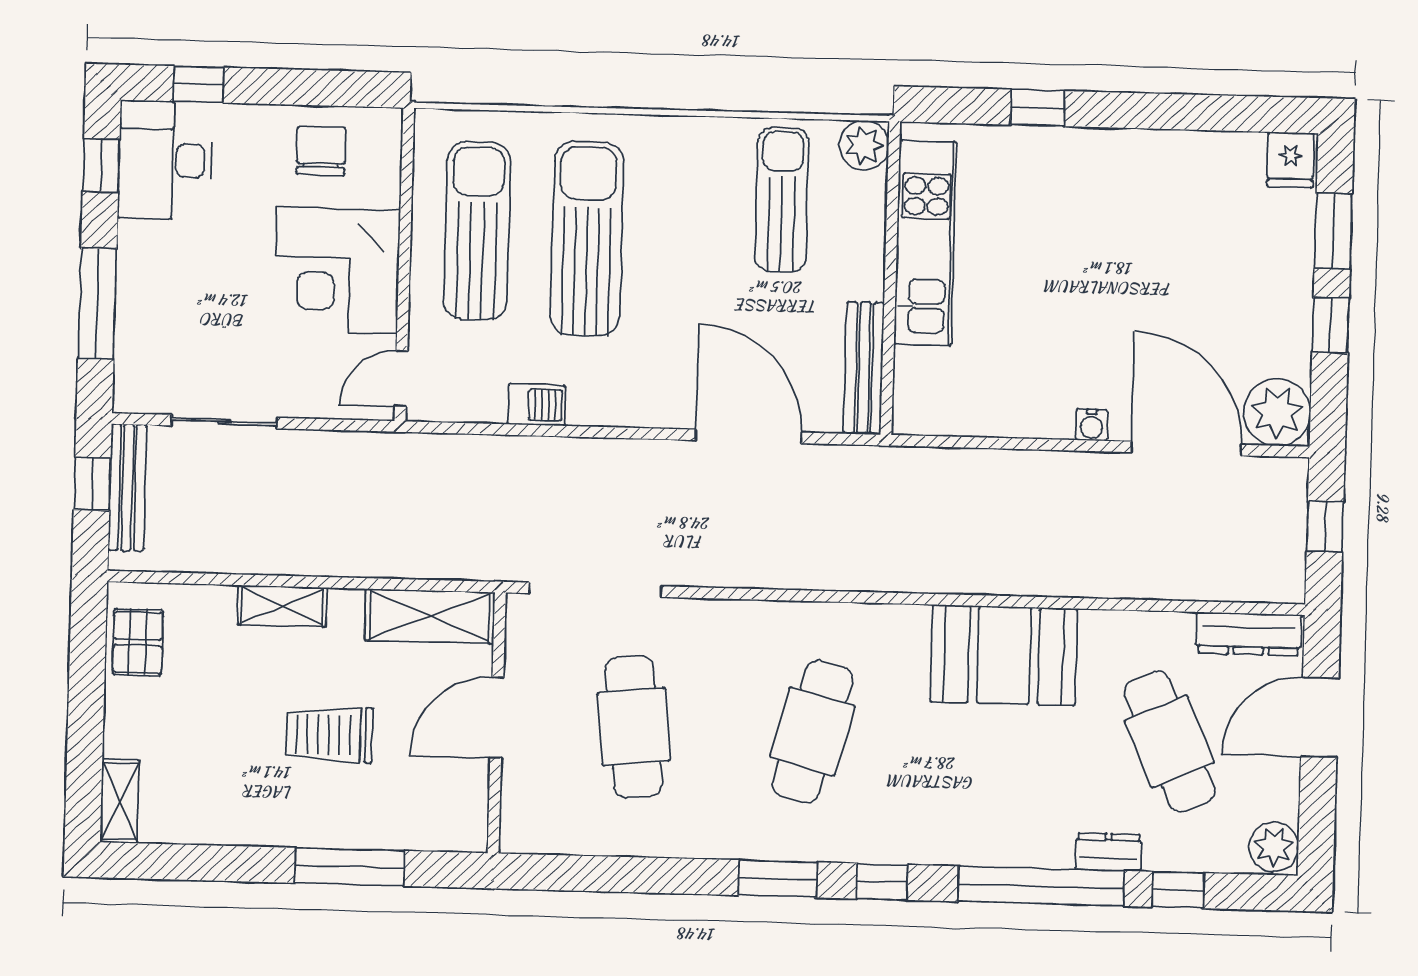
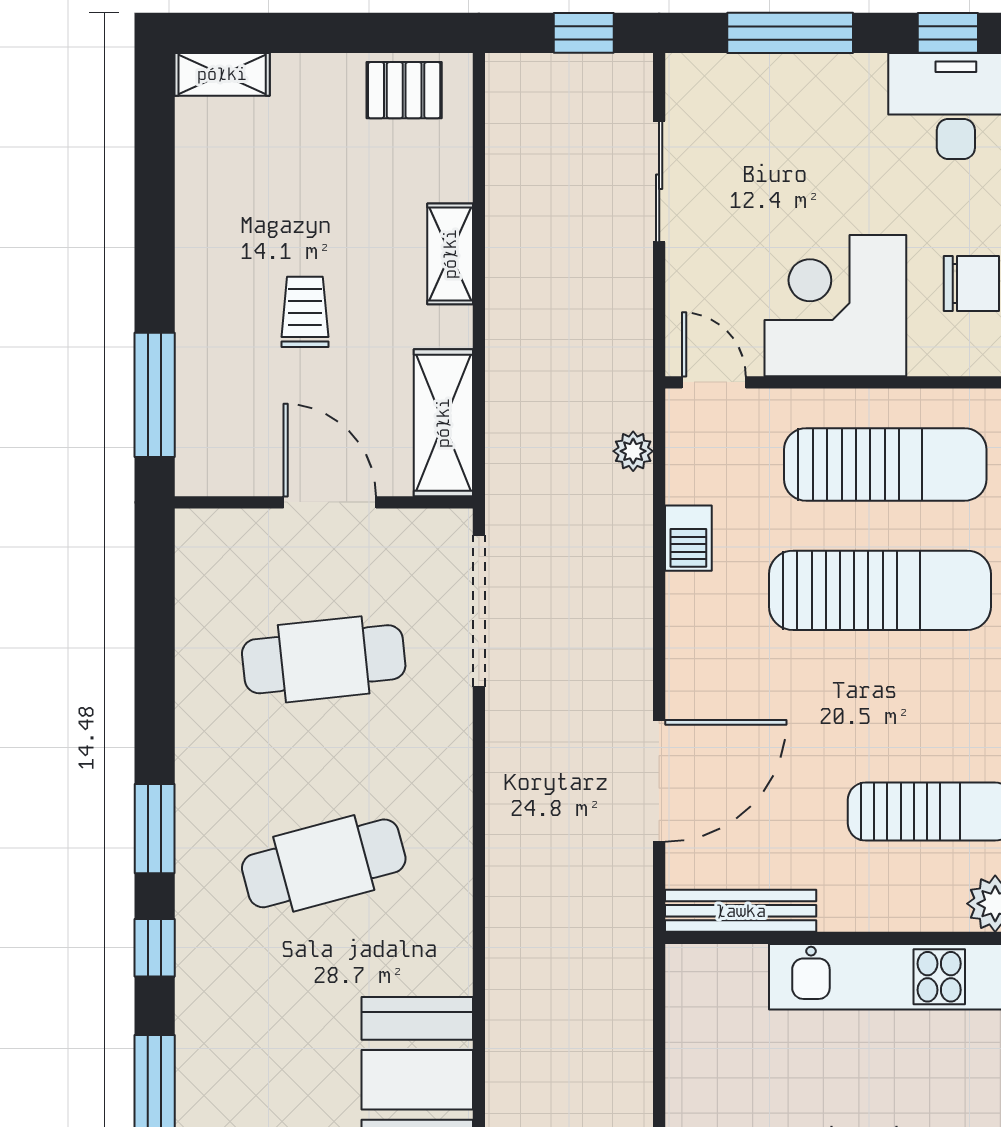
plant: (459, 451) -> (633, 451), added
bench: (127, 487) -> (581, 73), removed
cafe table: (812, 732) -> (324, 863), turned -30
trolley: (329, 735) -> (305, 312), width x0.73, depth x0.72
window: (350, 867) -> (155, 395), moved

